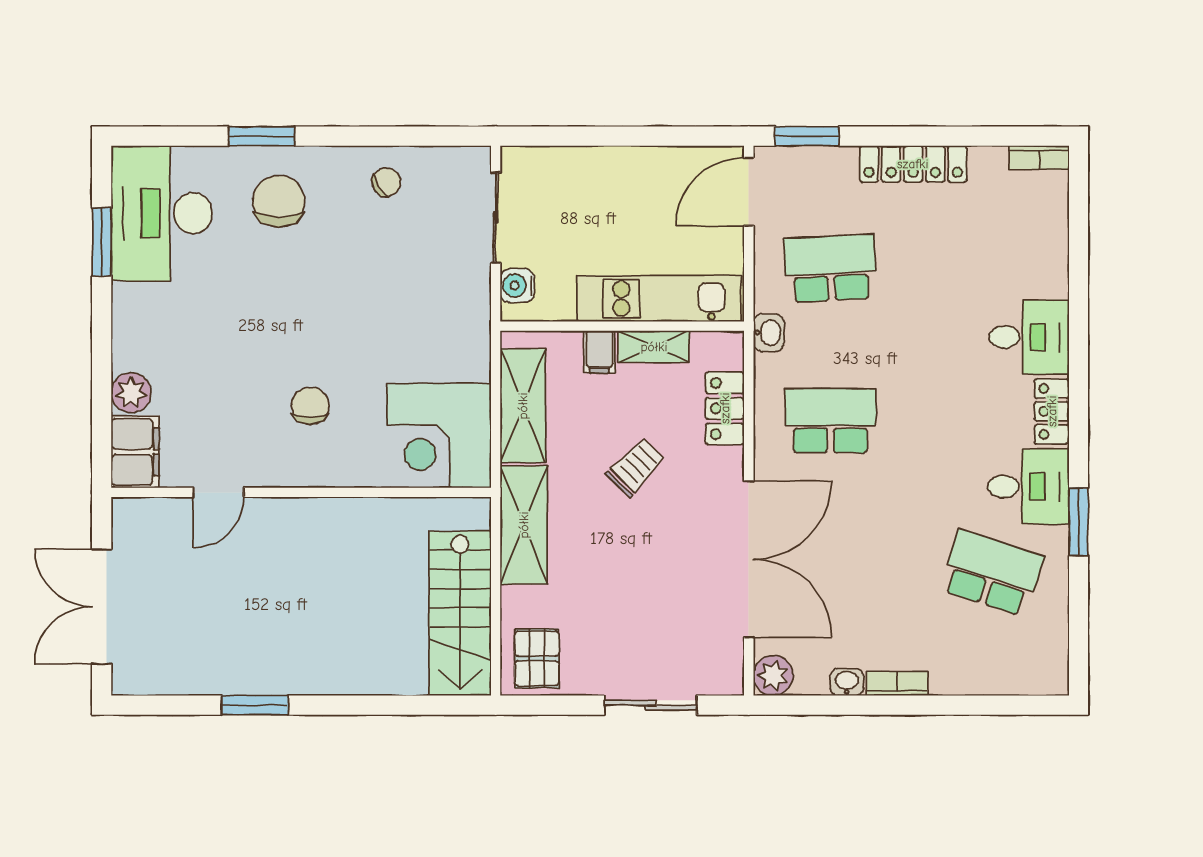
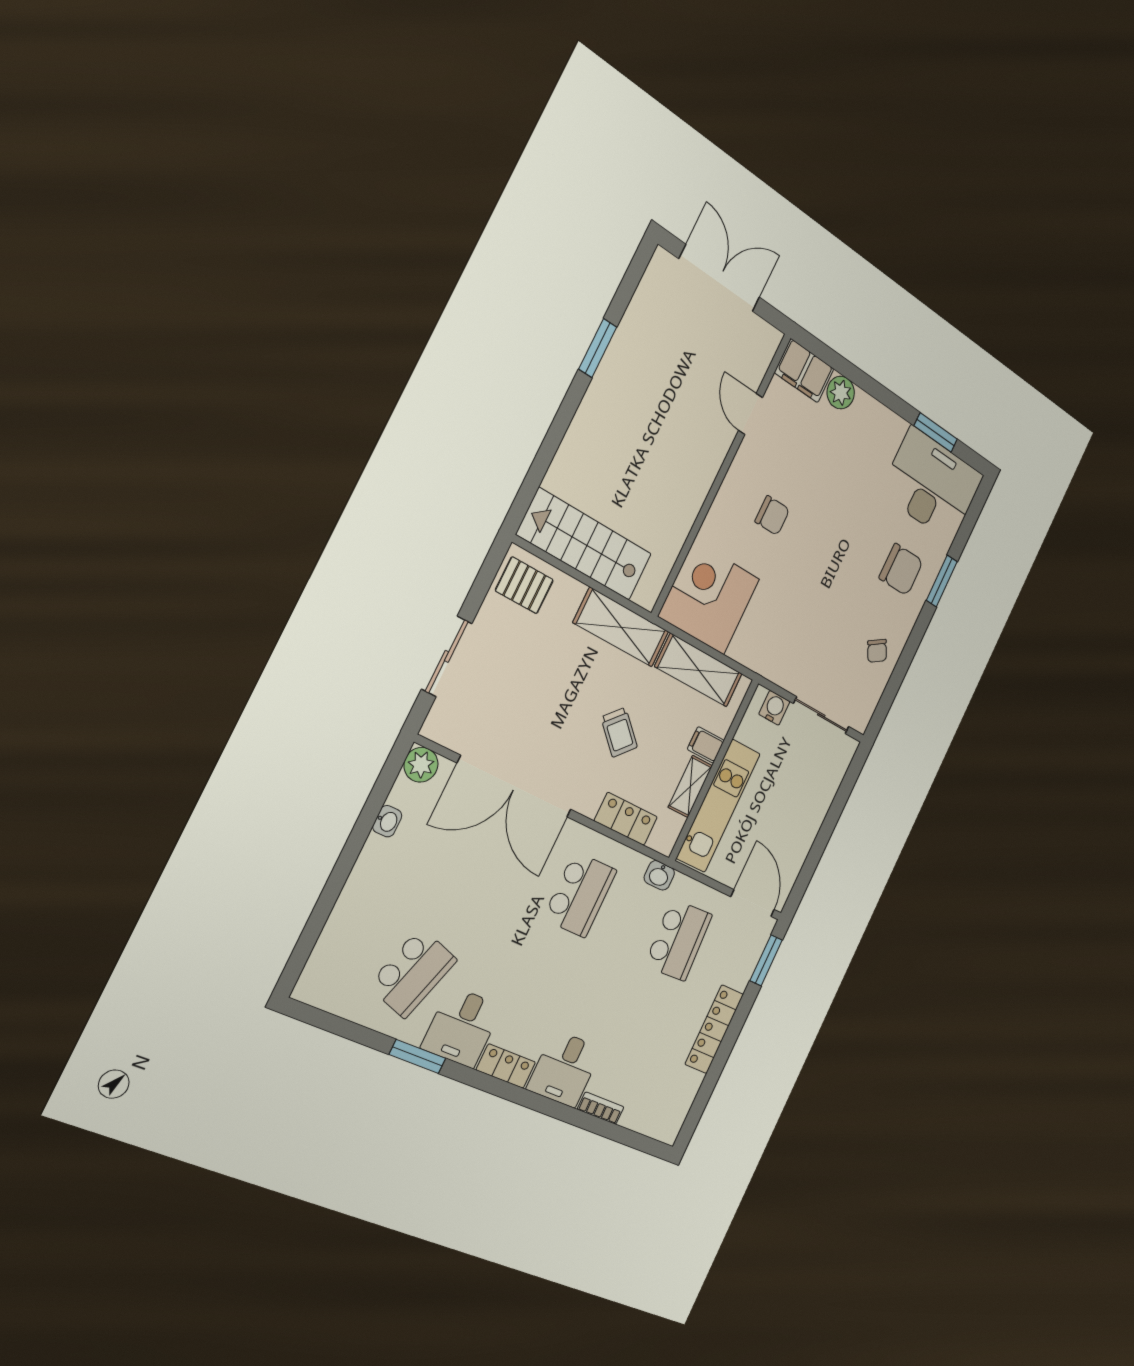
bookcase: (1039, 158) -> (601, 1108), moved, turned 90
bookcase: (897, 683) -> (367, 861), removed

